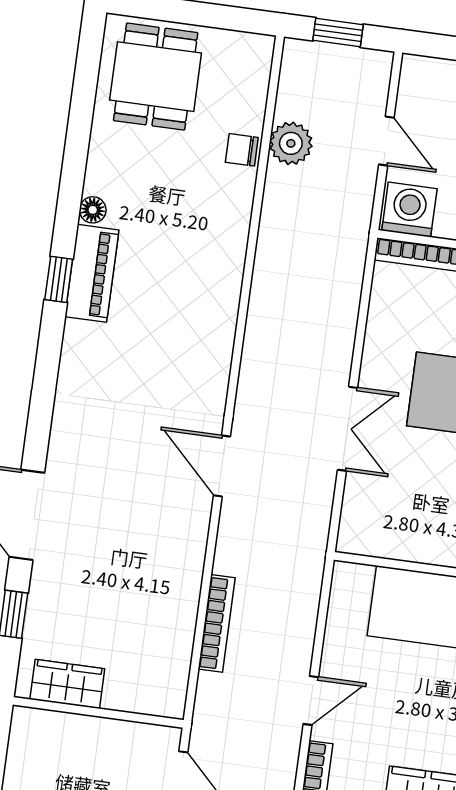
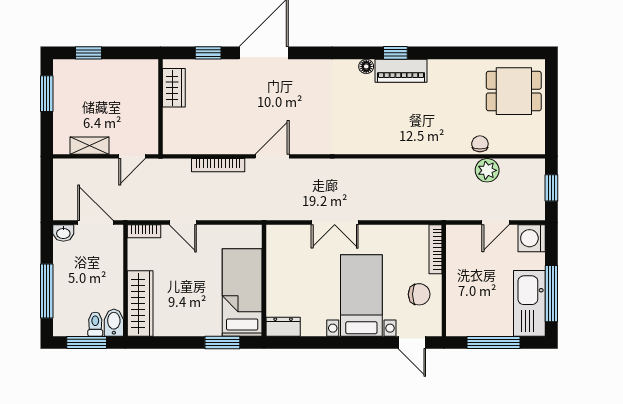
floor lamp: (93, 210) -> (366, 66), moved
washing machine: (409, 210) -> (532, 238), moved, turned 180
door: (222, 466) -> (272, 156), moved

